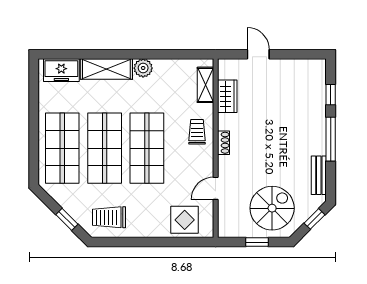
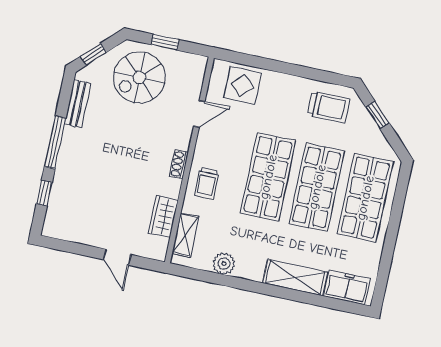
plant: (143, 68) -> (224, 264), moved

